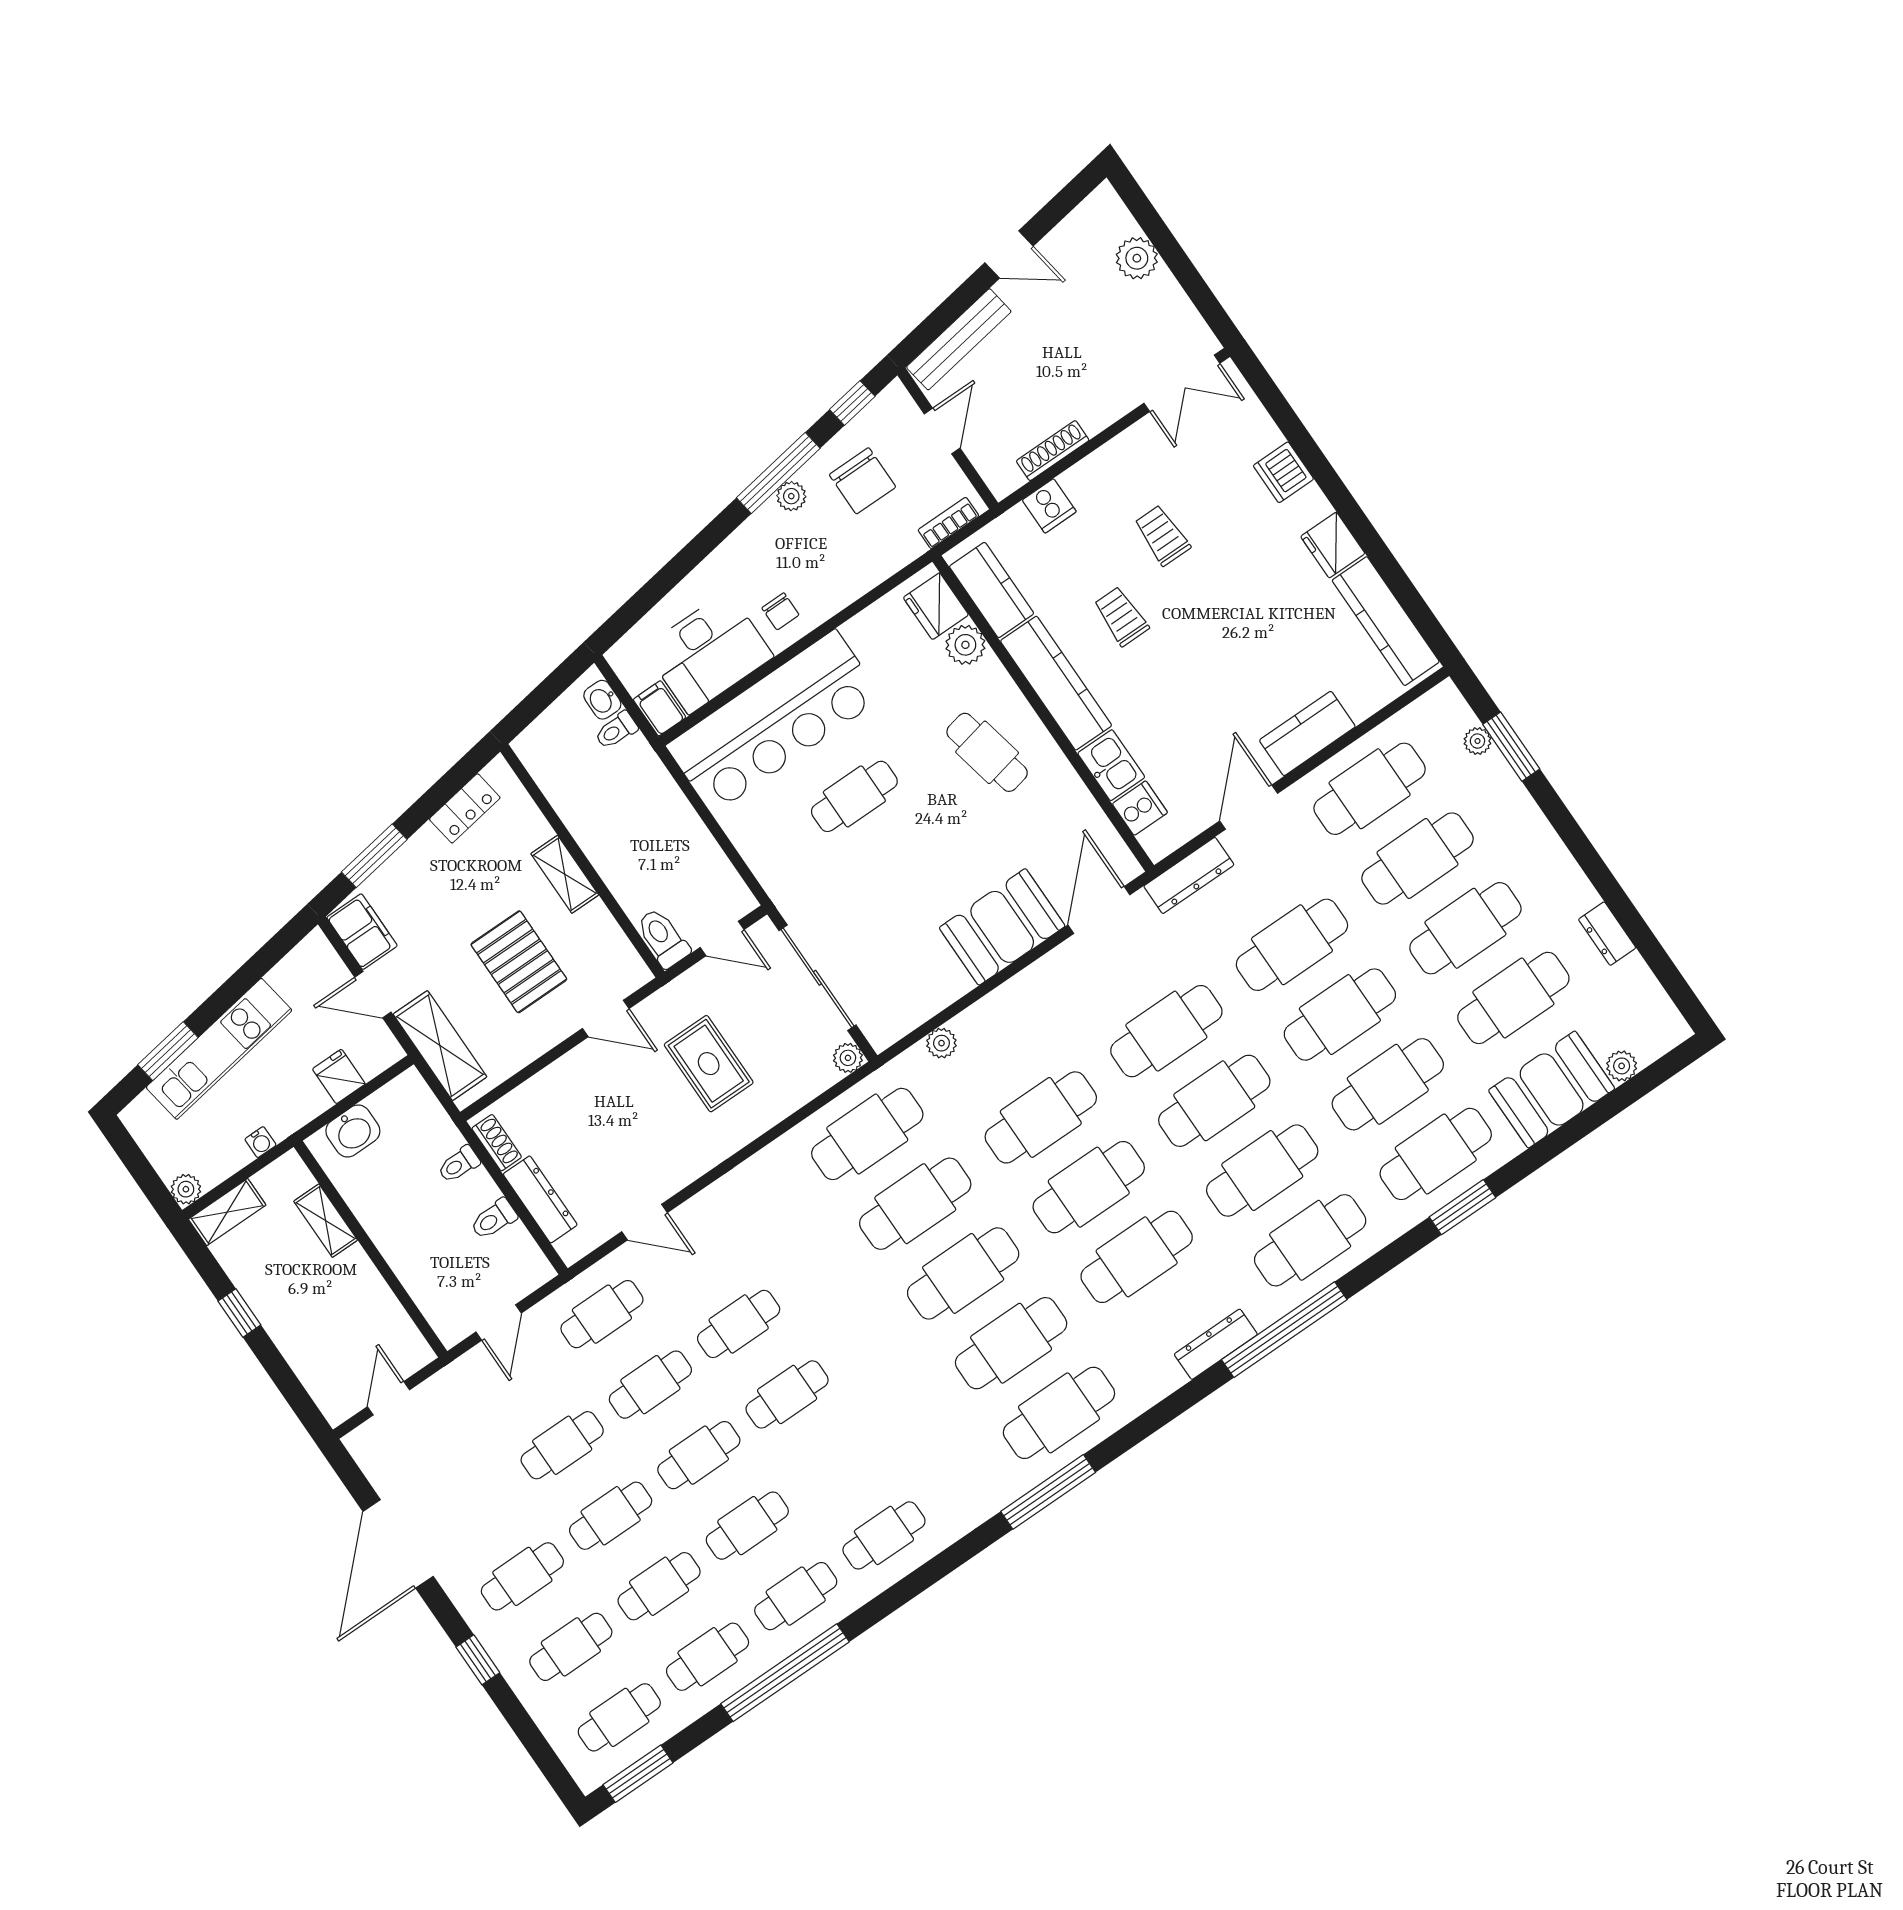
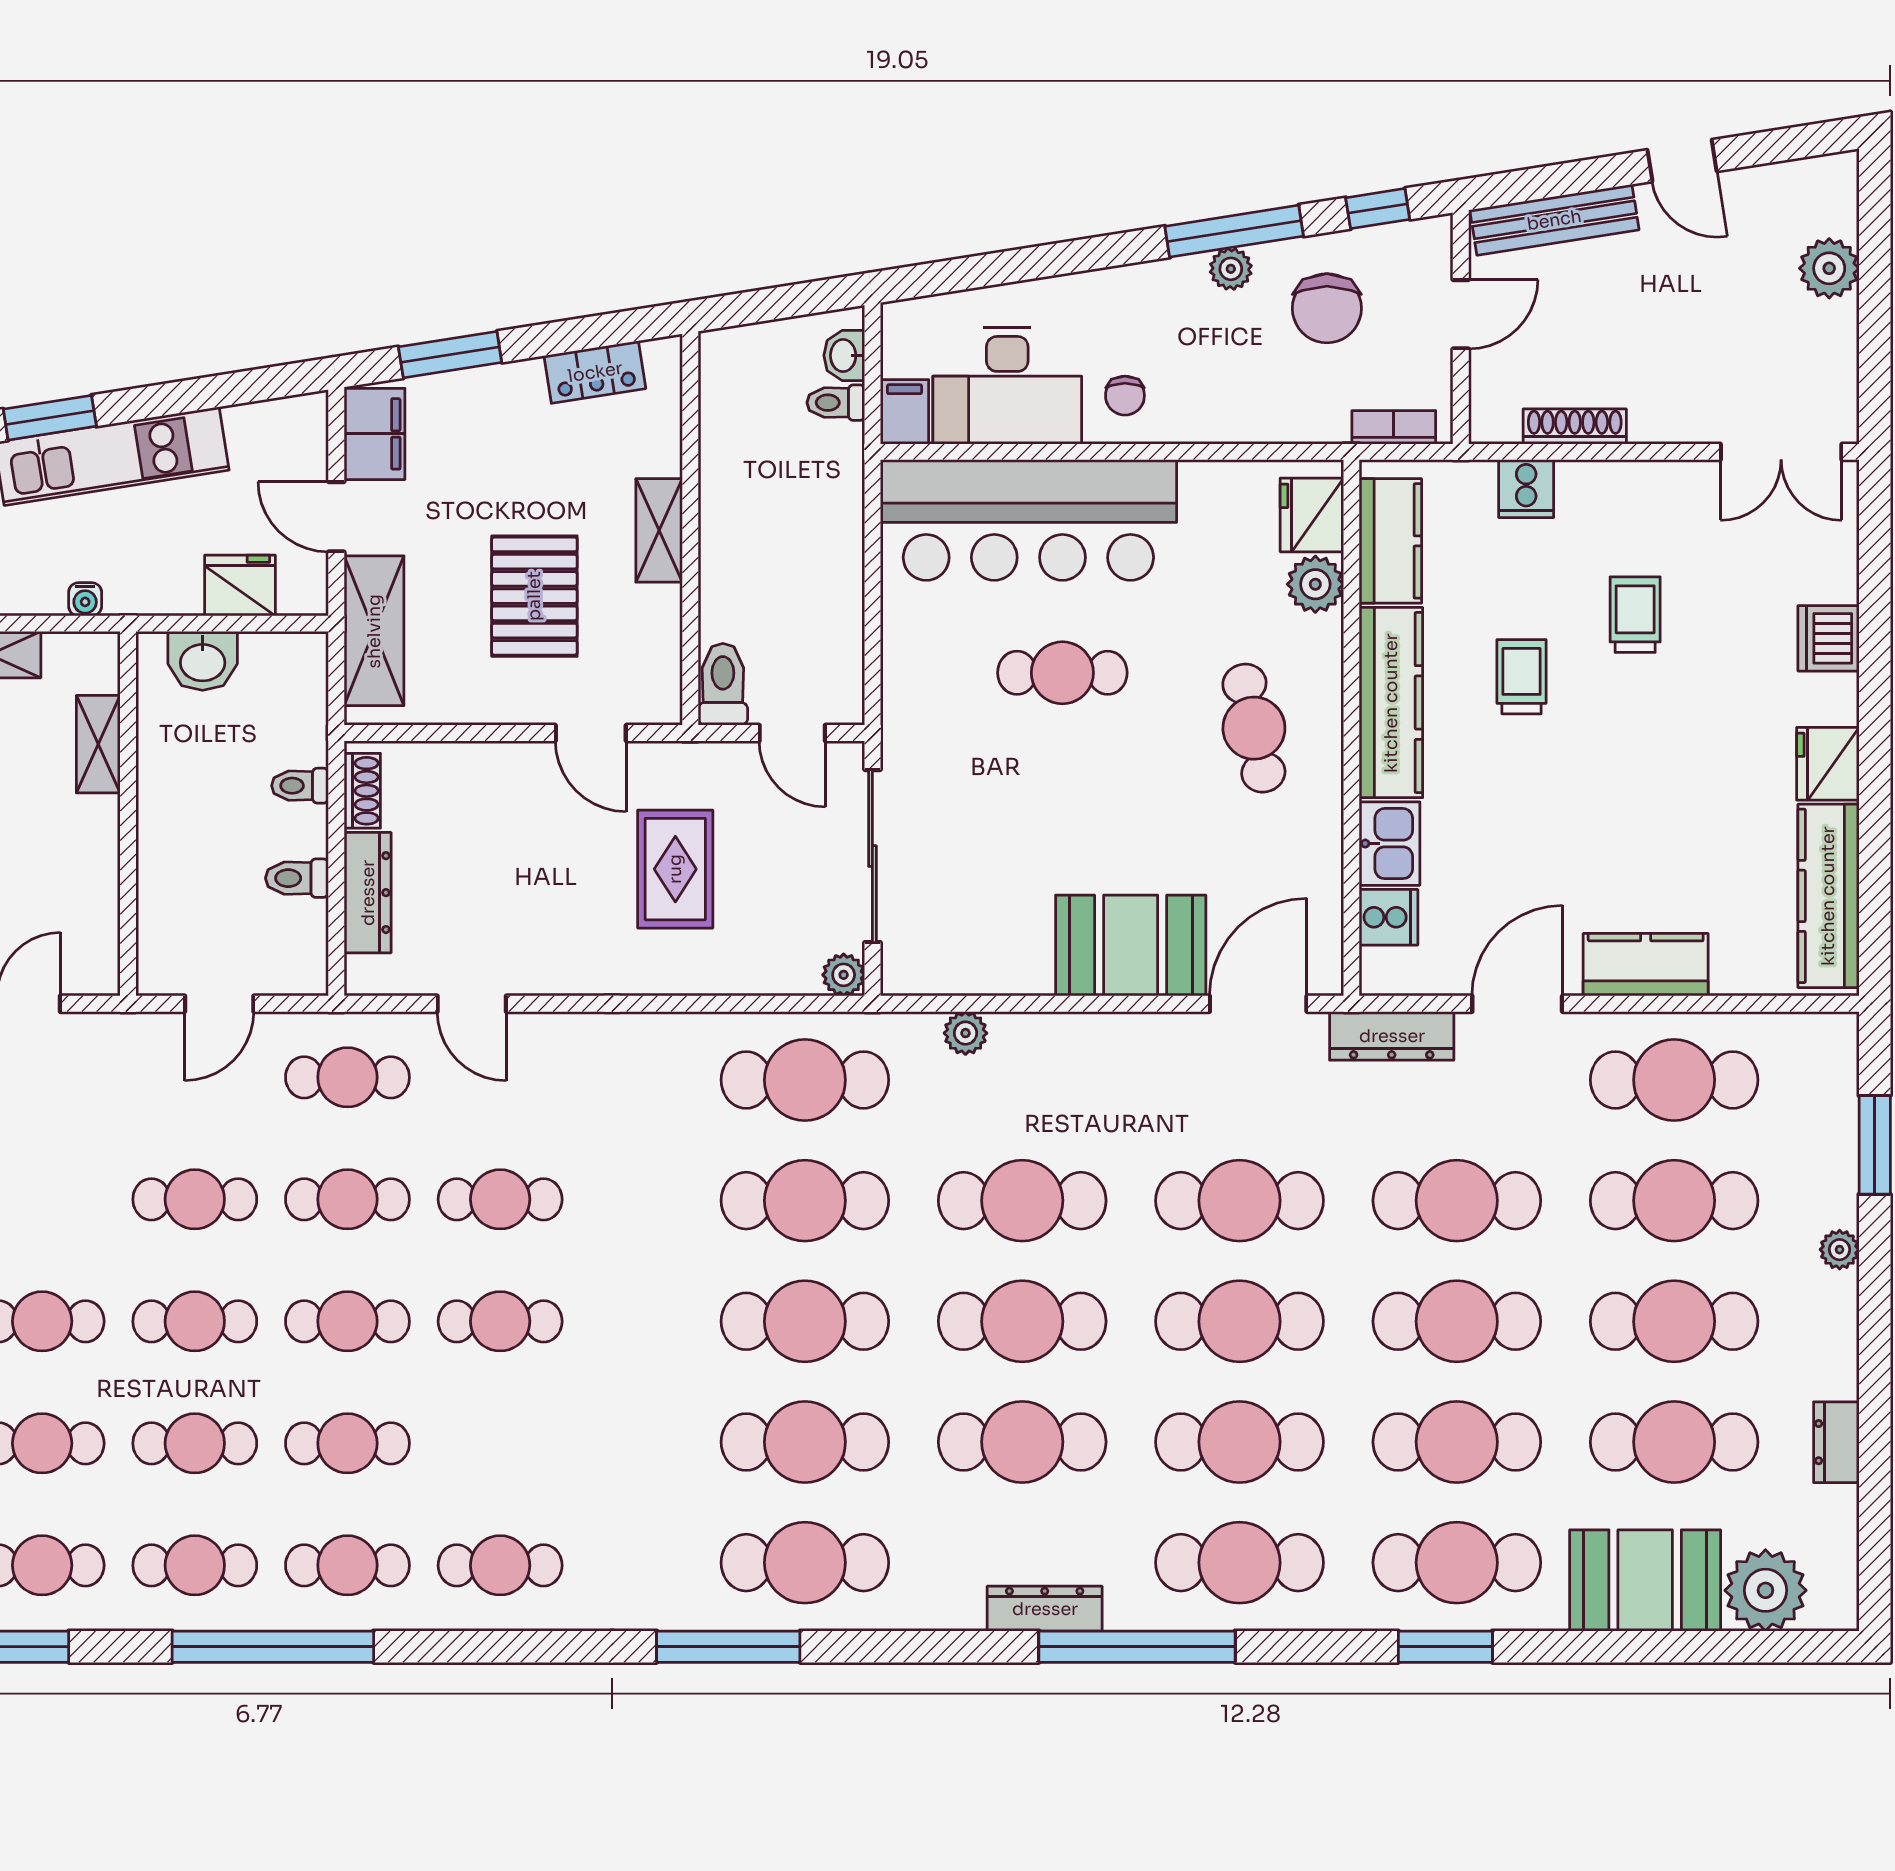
plant: (1477, 741) -> (1840, 1250), moved
plant: (1622, 1066) -> (1765, 1590), width x1.87, depth x1.87
fridge: (339, 1076) -> (240, 585), width x1.38

